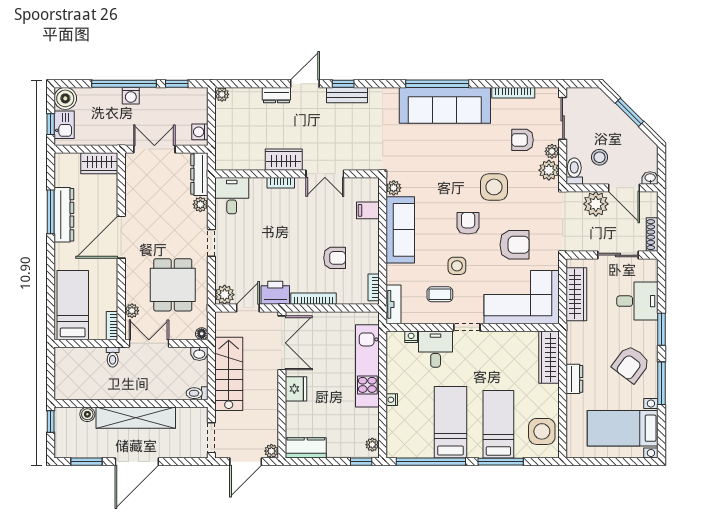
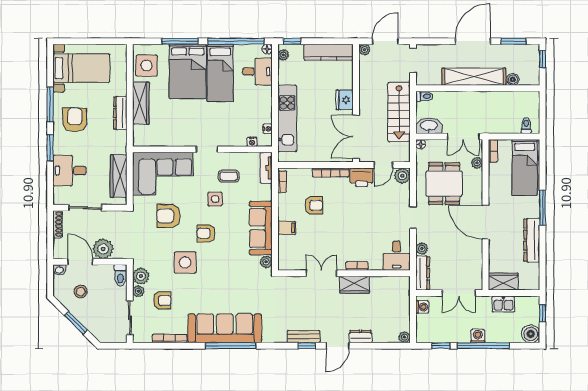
kitchen sink: (64, 125) -> (503, 304), moved, turned -90
stool: (599, 157) -> (81, 292), moved
filing cabinet: (368, 210) -> (287, 228), moved
window: (51, 212) -> (542, 208), moved
armchair: (468, 223) -> (206, 233), turned 90
door: (121, 237) -> (486, 222), swing flipped
armchair: (335, 258) -> (314, 205), turned 180
desk: (436, 349) -> (257, 72), moved, turned -90
washbasin: (199, 354) -> (429, 126), width x1.91, depth x1.45
toilet: (113, 357) -> (526, 126), moved
wardrobe: (549, 357) -> (141, 103), moved
armchair: (631, 364) -> (75, 120), turned -37
dresser: (574, 379) -> (120, 113), width x1.44
nightstand: (392, 400) -> (268, 129), moved
window: (51, 422) -> (542, 59), moved
bed: (498, 424) -> (188, 71), width x1.50
kitchen counter: (306, 448) -> (329, 52), width x1.50
floor lamp: (392, 452) -> (267, 49), added

